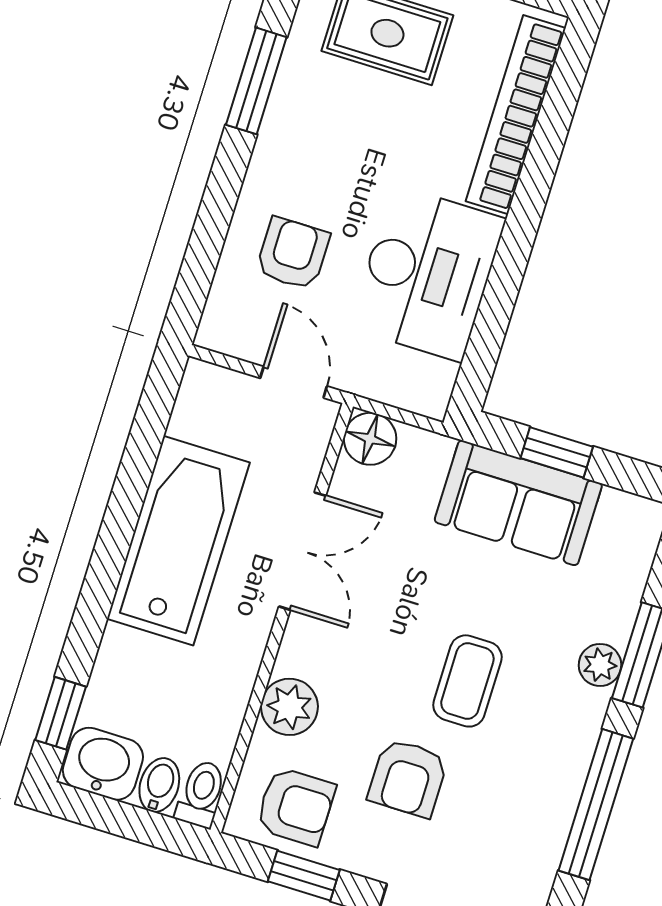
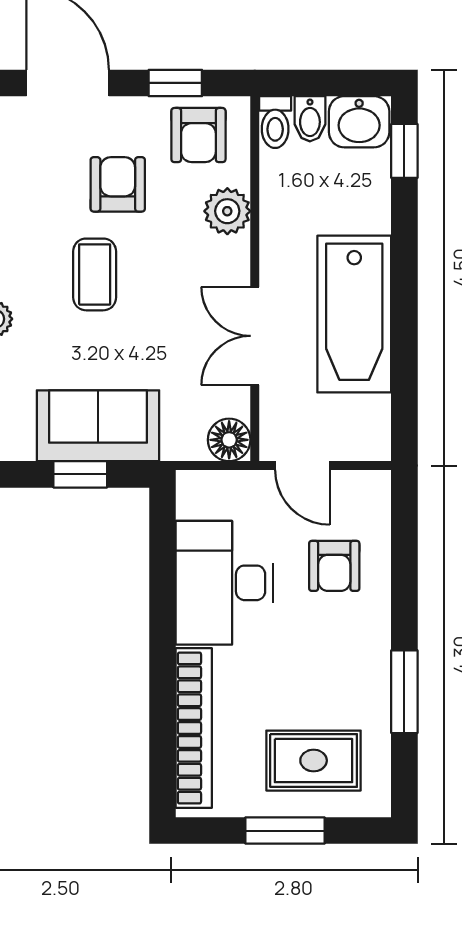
armchair: (296, 806) -> (198, 135), turned -90

